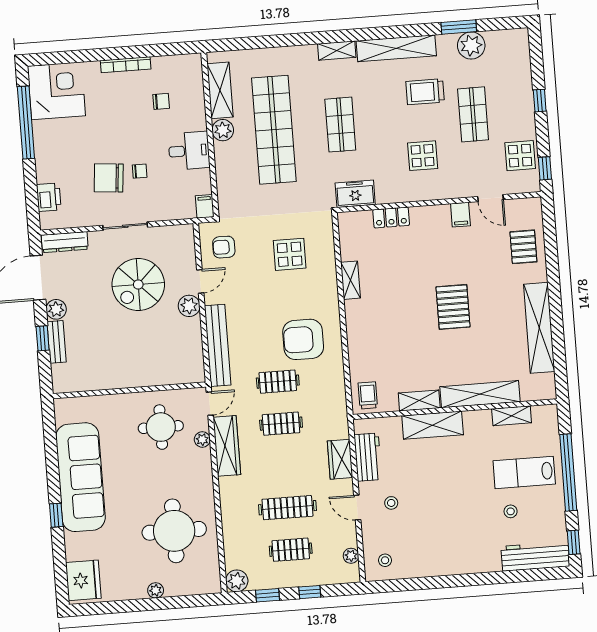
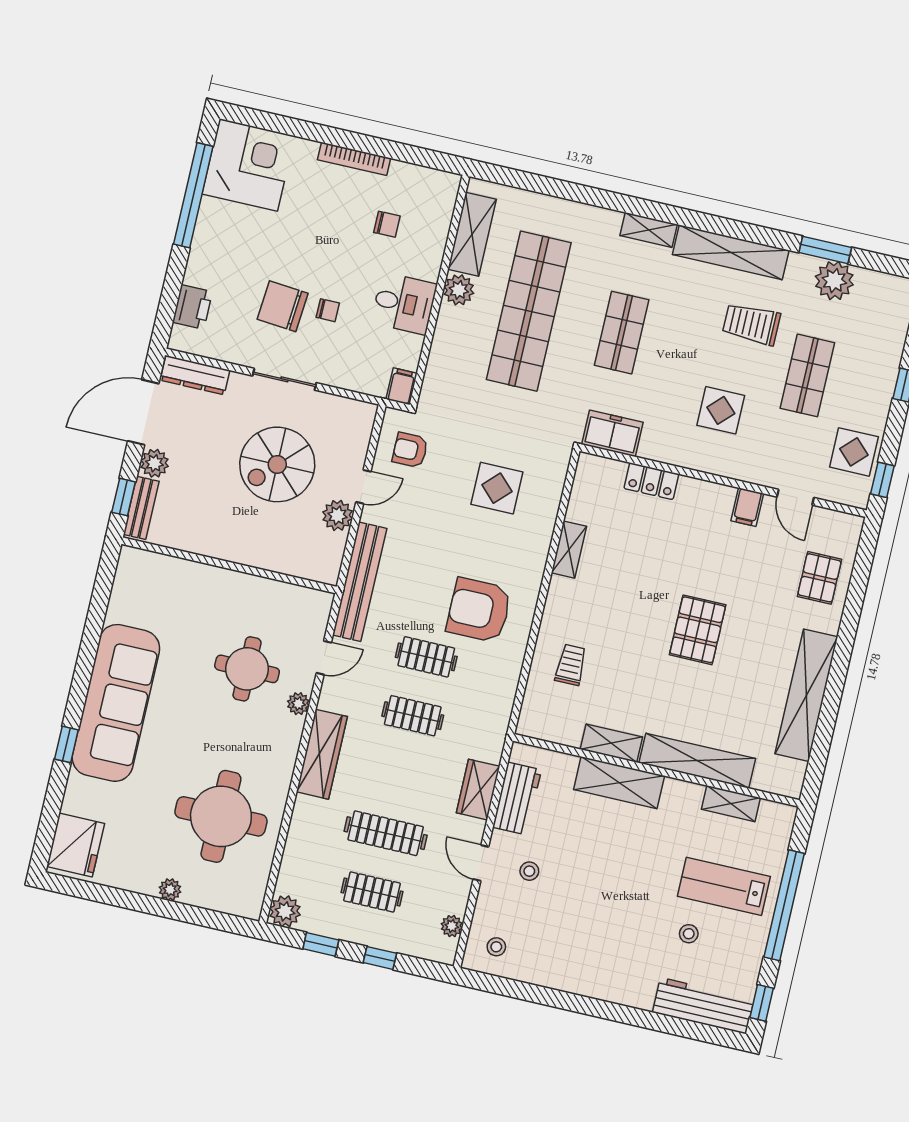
wall: (129, 390) -> (229, 565), moved
trolley: (368, 395) -> (571, 665), moved
wardrobe: (227, 446) -> (322, 754), moved

